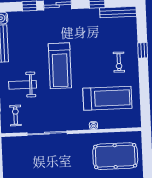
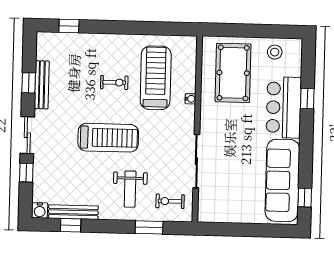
bench: (118, 12) -> (42, 85), moved
window: (143, 50) -> (69, 26), moved
exercise bike: (119, 62) -> (114, 82), moved

